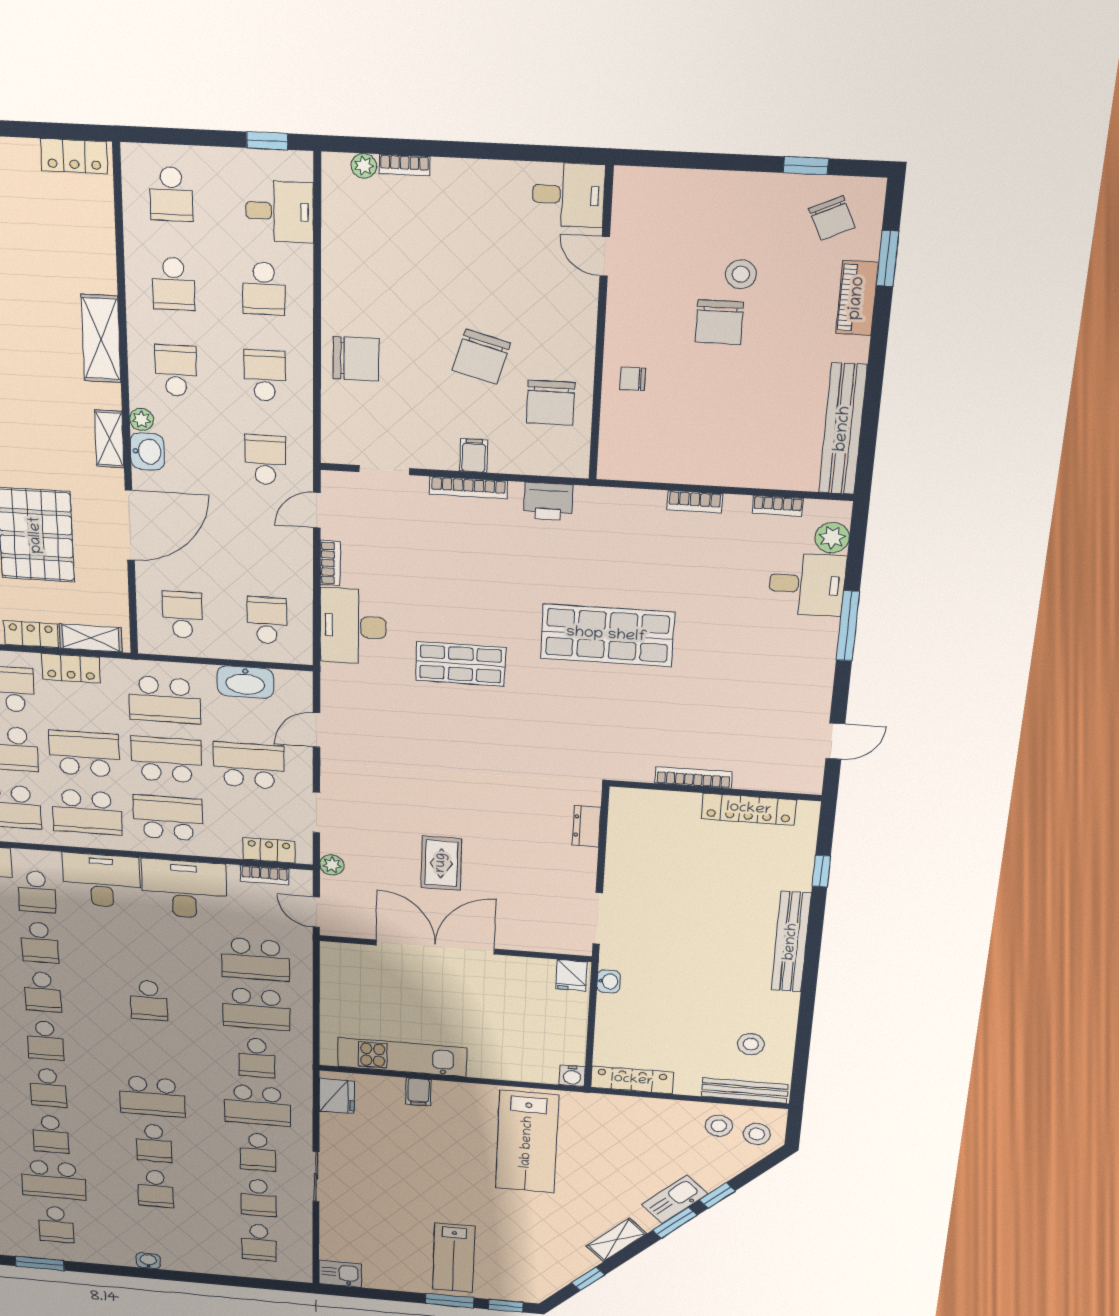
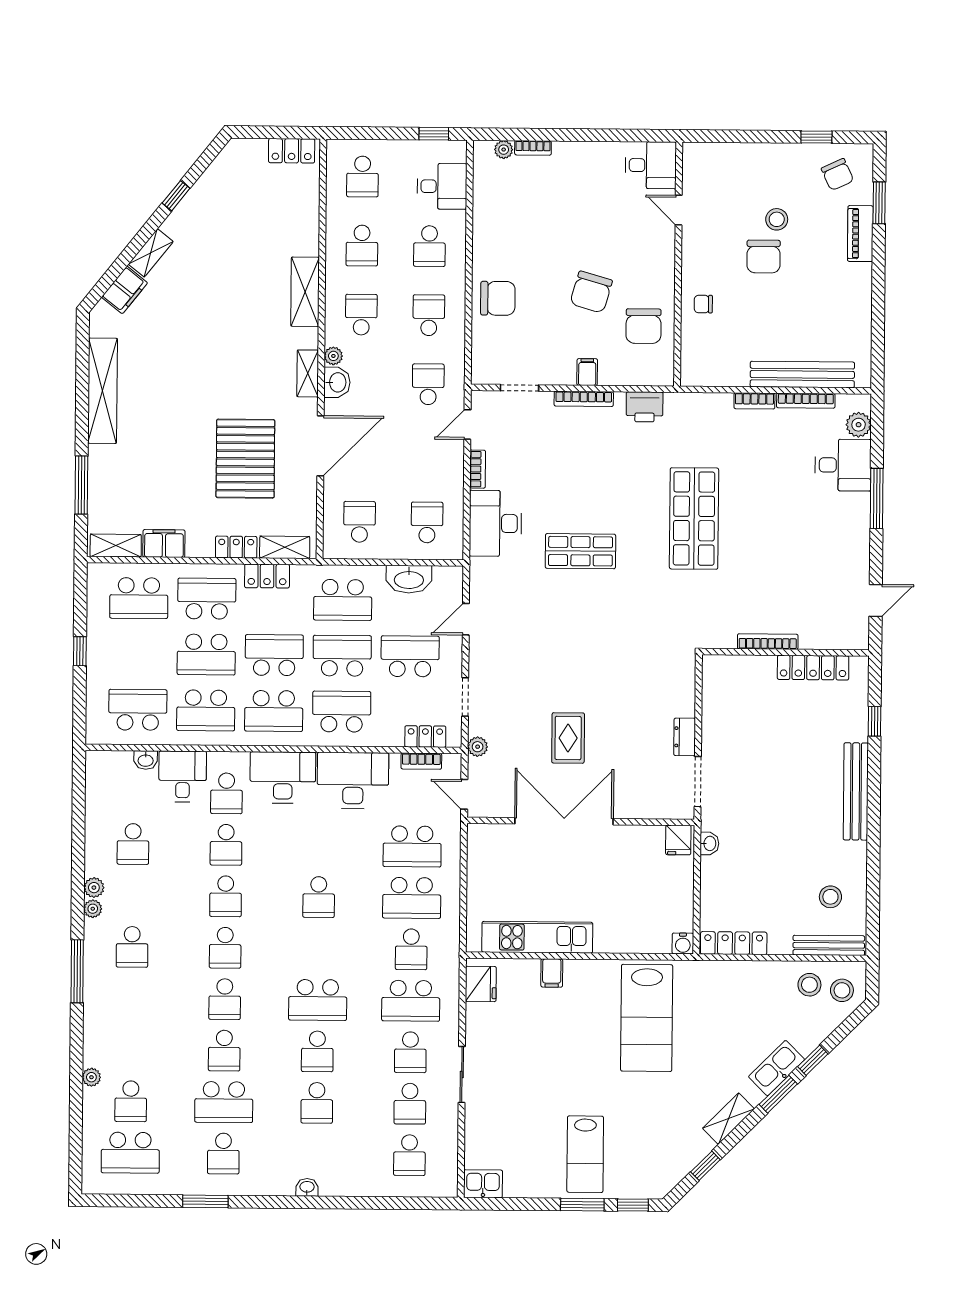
bench: (843, 429) -> (802, 374), moved, turned 90
bookcase: (778, 506) -> (806, 401), width x1.56
shop shelf: (607, 635) -> (694, 518), turned 90
dresser: (587, 826) -> (685, 737), moved

